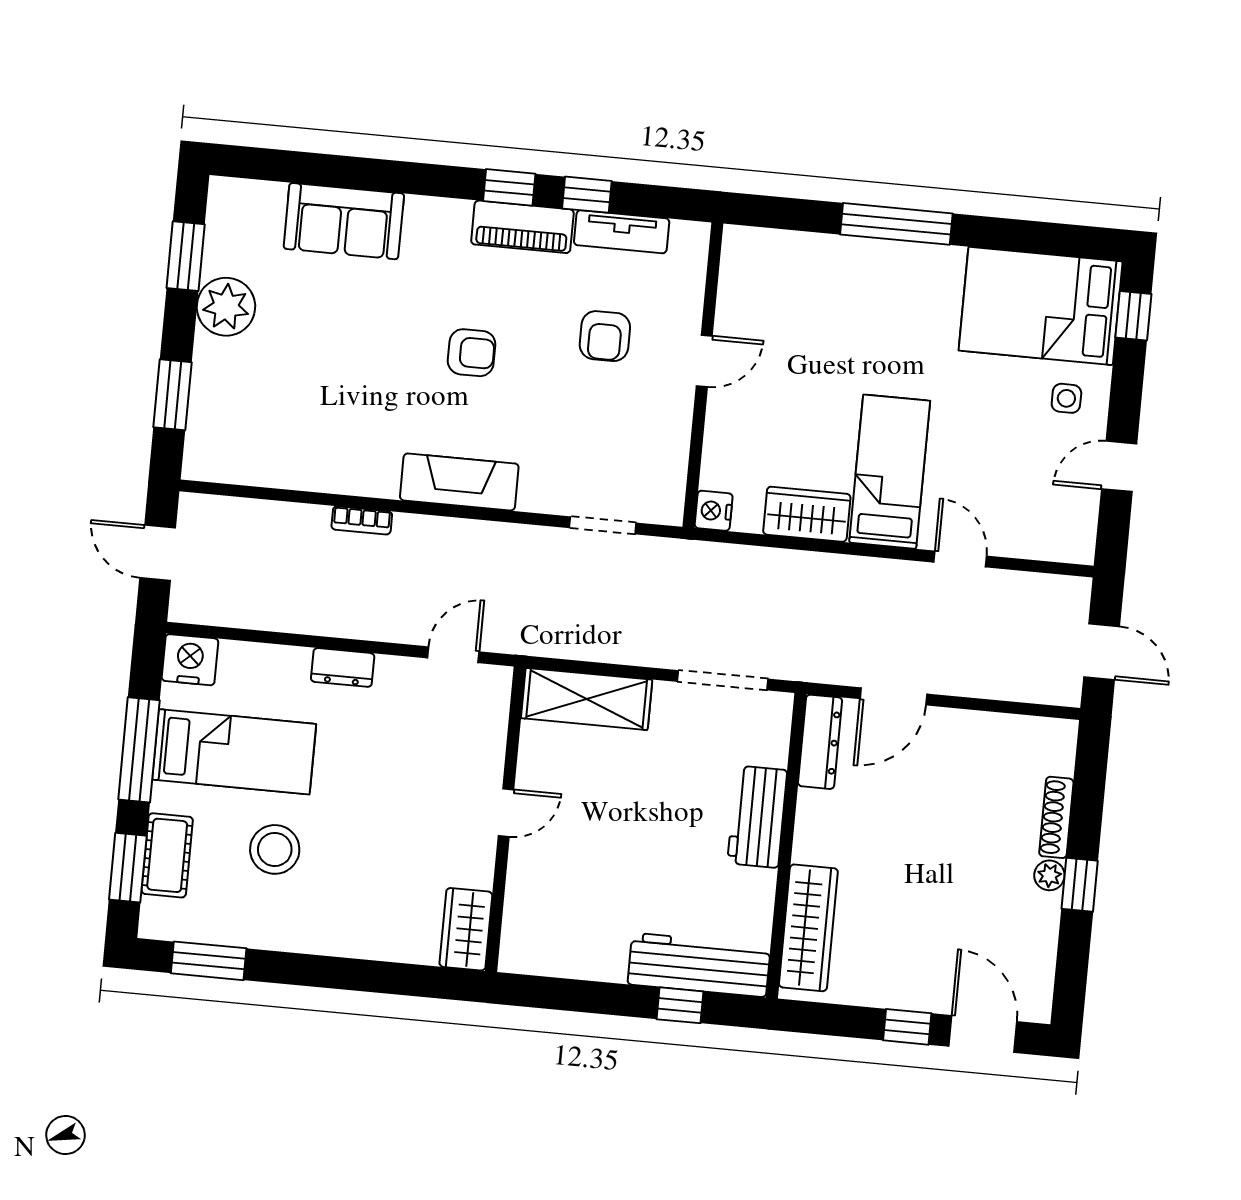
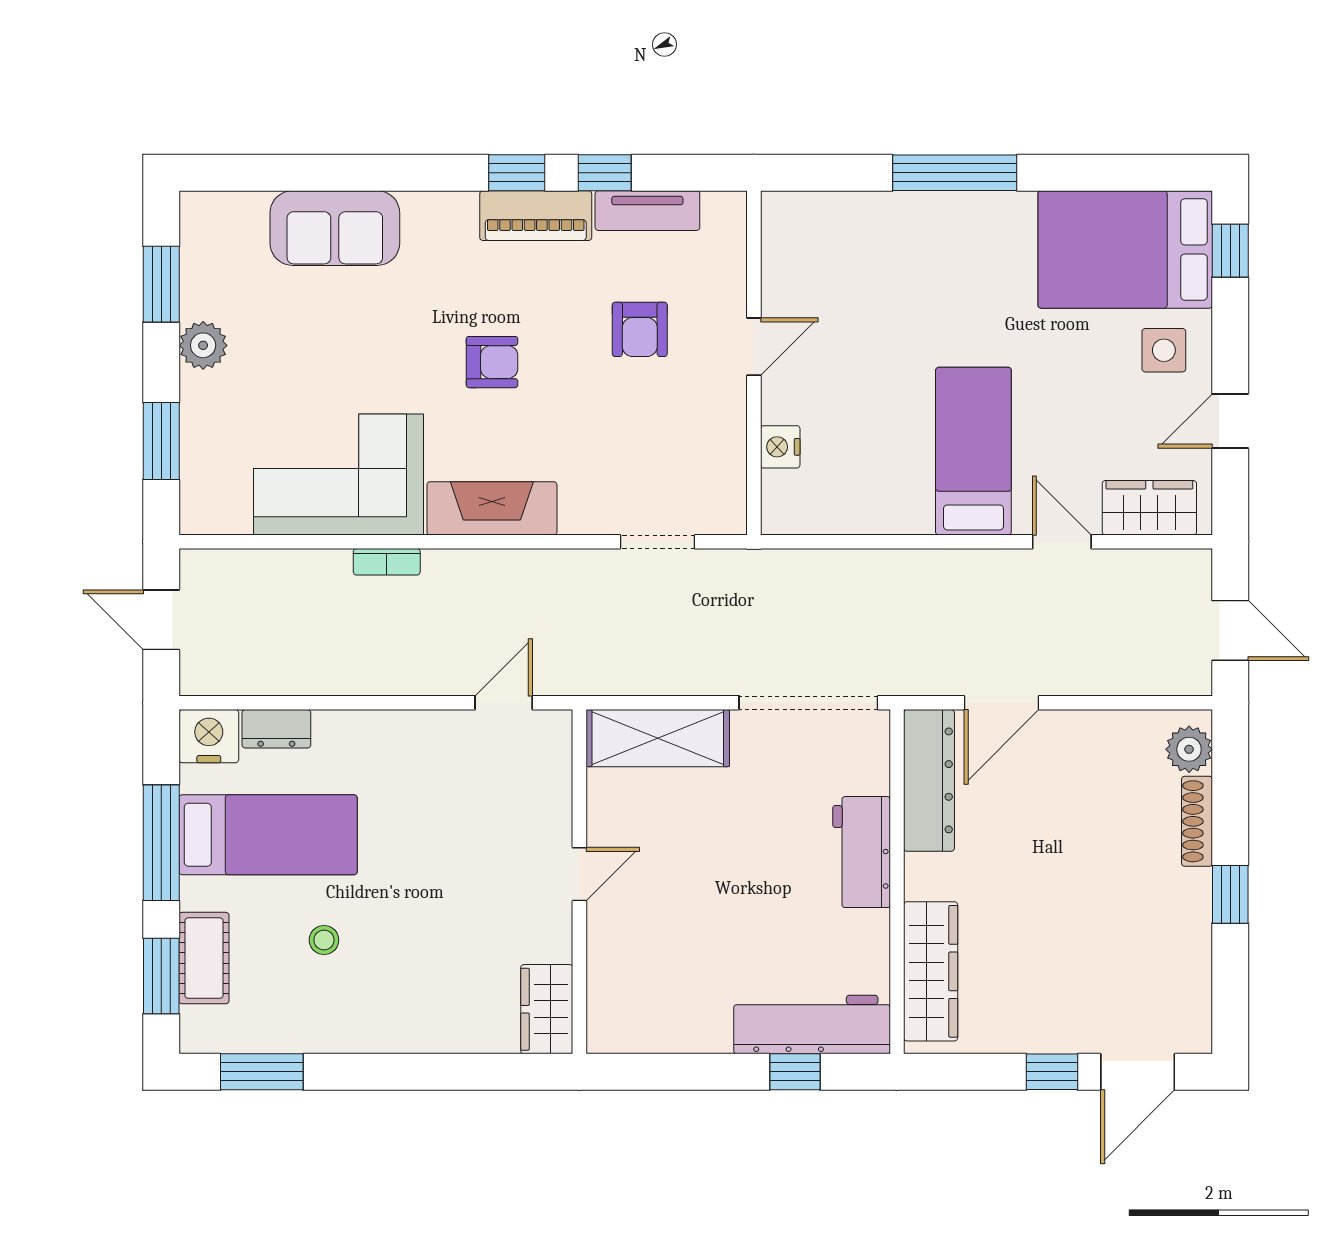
plant: (226, 307) -> (203, 345), width x0.73, depth x0.73
side table: (1066, 398) -> (1164, 350), width x1.37, depth x1.37
corner sofa: (326, 439) -> (339, 474), added
nightstand: (714, 511) -> (780, 447), moved
wardrobe: (807, 514) -> (1149, 508), moved
dresser: (343, 667) -> (276, 729), moved
doorway: (723, 680) -> (808, 703), width x1.36
dresser: (820, 742) -> (929, 780), width x1.37, depth x1.24
stool: (275, 849) -> (324, 940), width x0.53, depth x0.53
plant: (1049, 875) -> (1189, 749), moved, width x1.38, depth x1.38
door: (983, 1034) -> (1138, 1072), swing flipped

